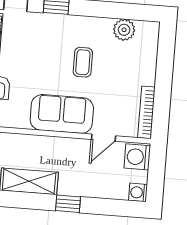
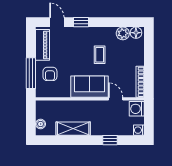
floor lamp: (146, 30) -> (136, 33), added
door: (103, 138) -> (116, 99), swing flipped
window: (68, 204) -> (110, 140), moved

